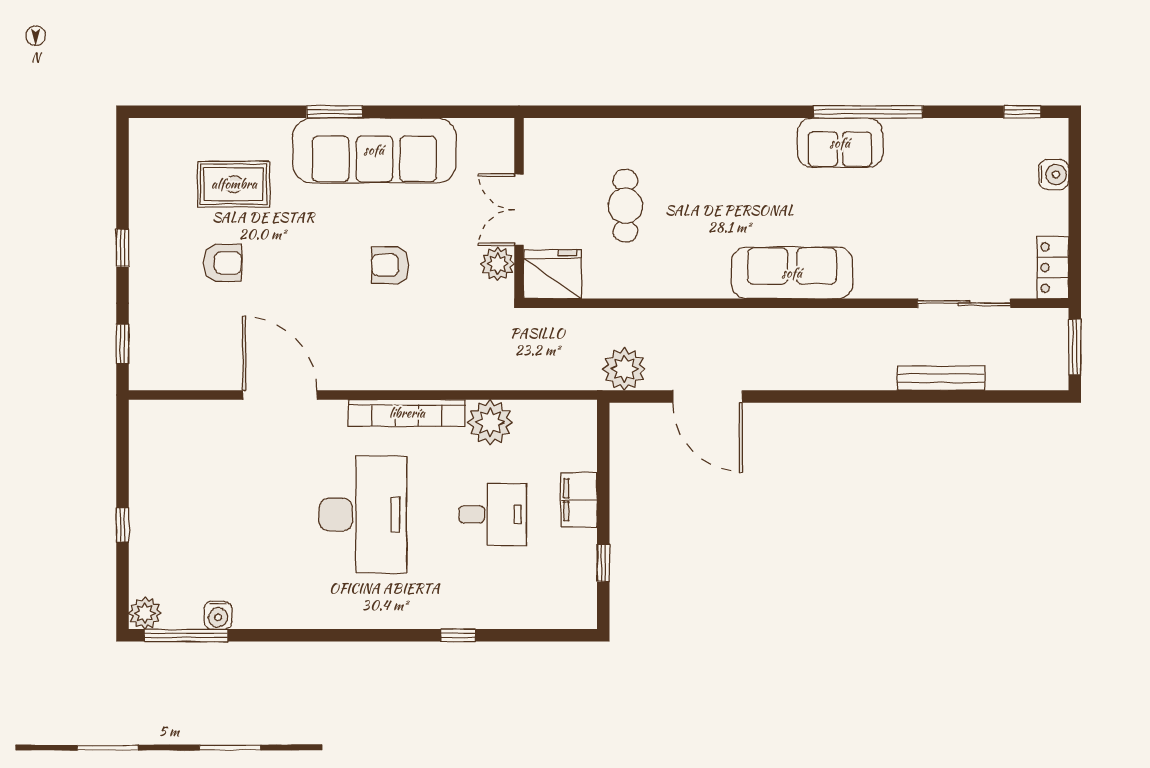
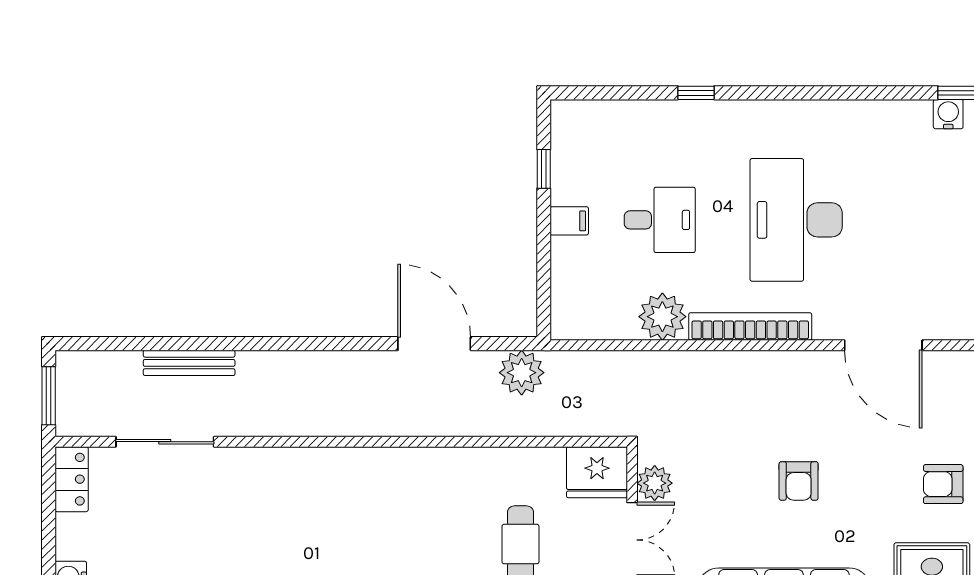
armchair: (390, 265) -> (799, 481), moved, turned 90
sofa: (792, 273) -> (345, 474), removed
filing cabinet: (579, 500) -> (569, 221), width x0.50
desk: (493, 514) -> (660, 220), turned 180

